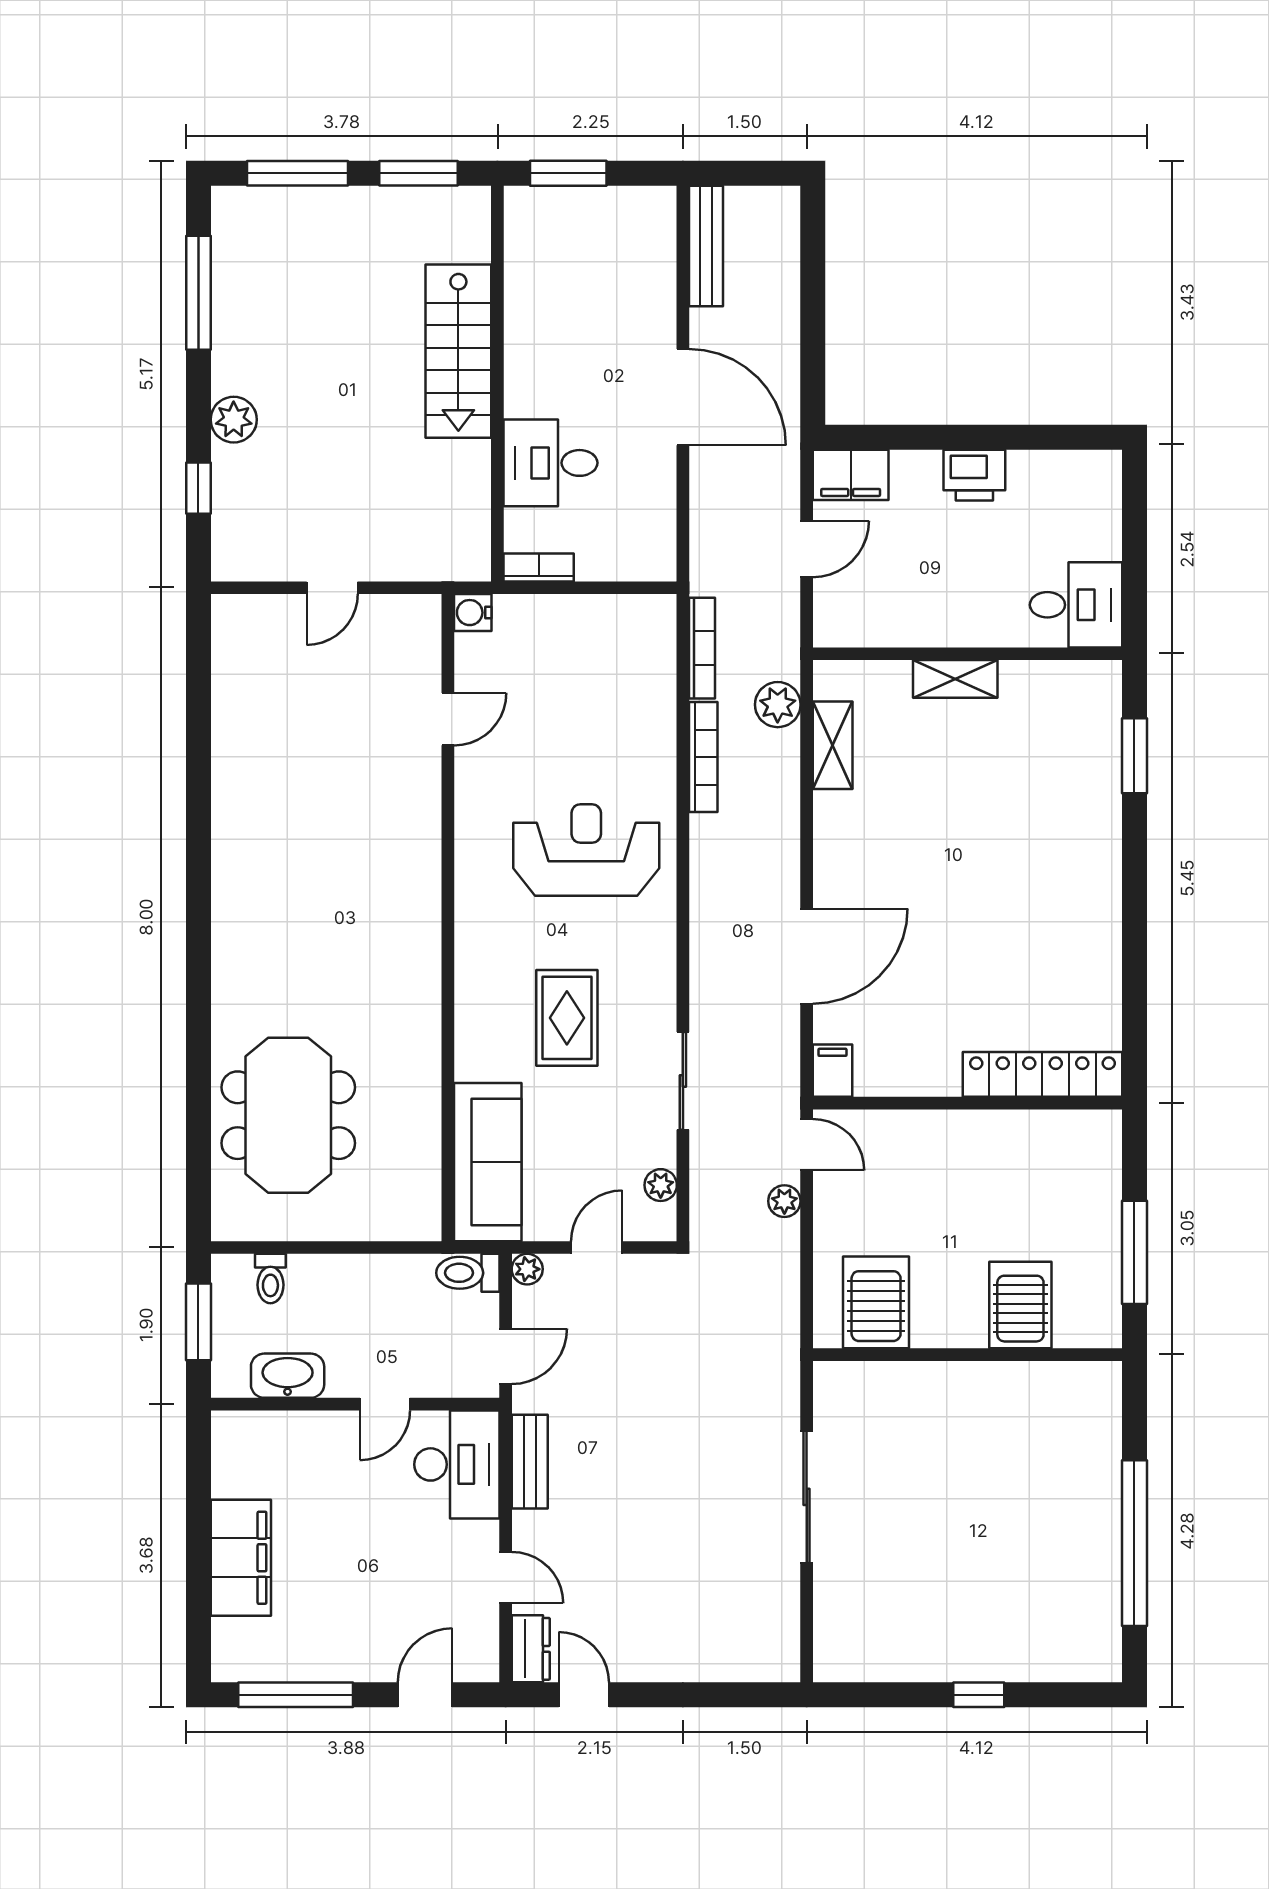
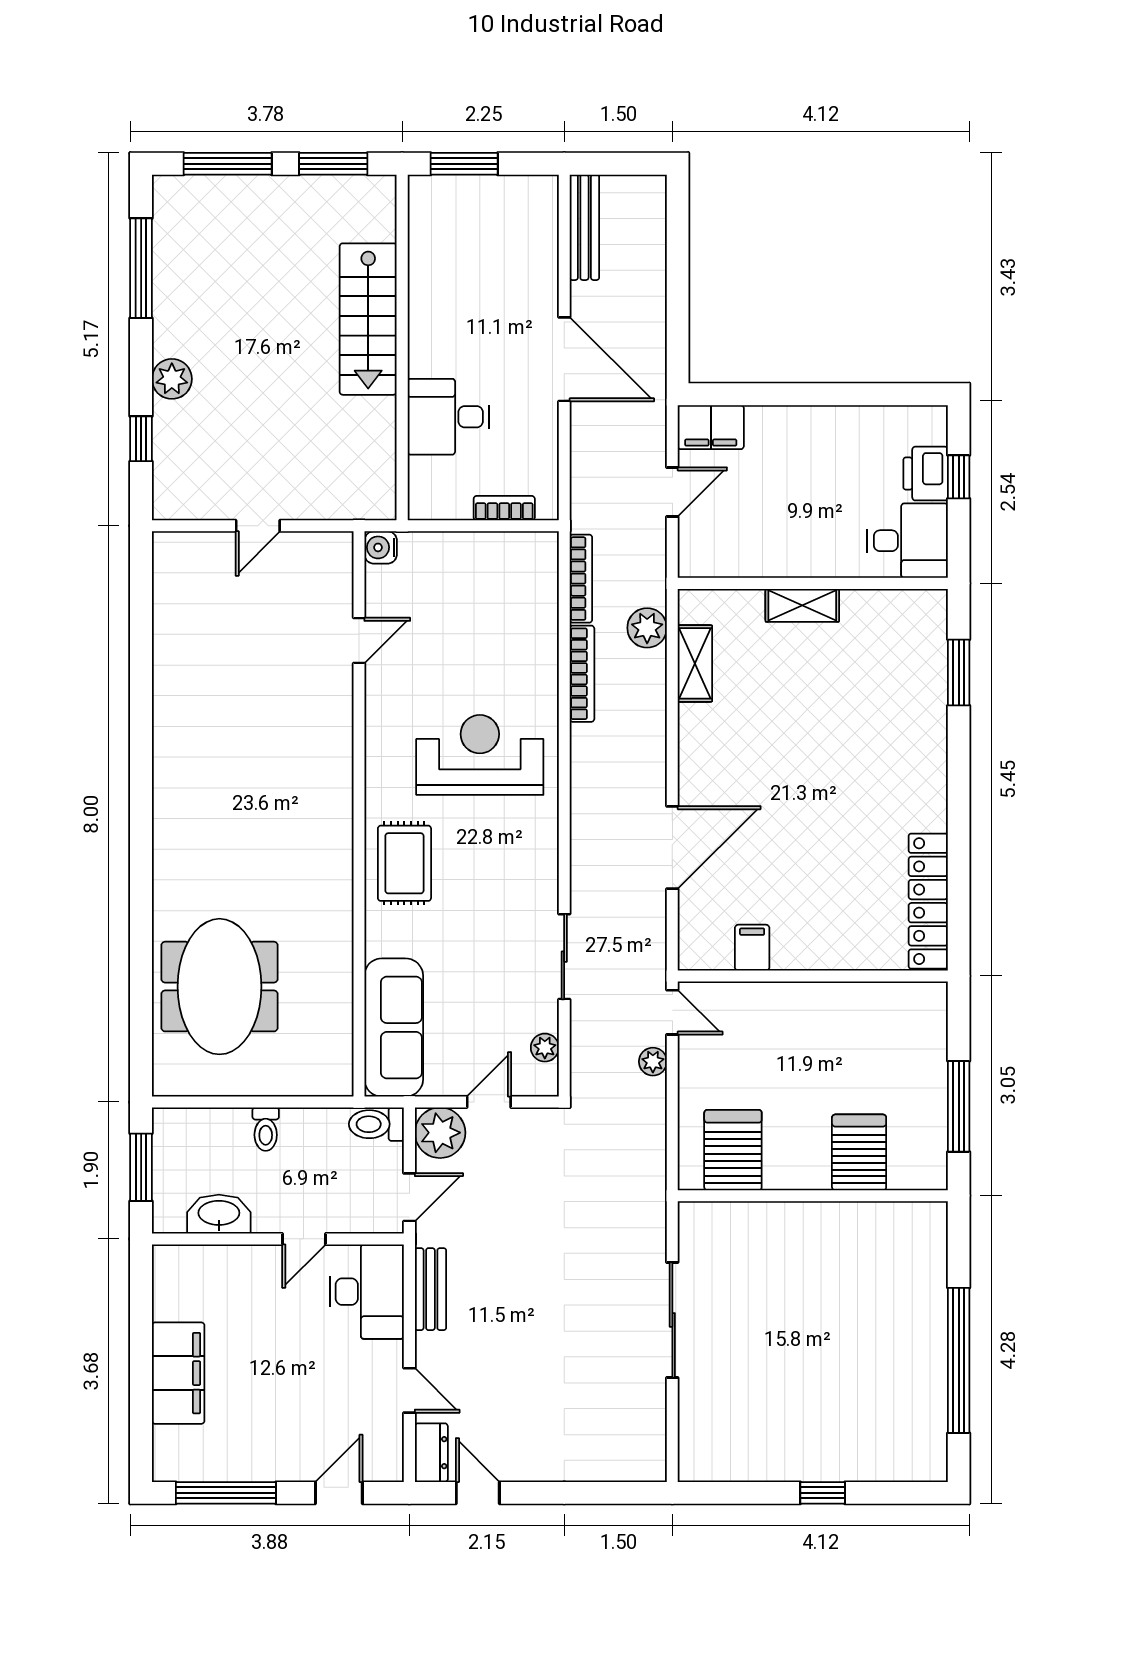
printer: (974, 475) -> (926, 474), moved, turned 90
window: (1134, 532) -> (959, 477), added
bookcase: (539, 568) -> (504, 508), moved
rug: (567, 1018) -> (404, 863), moved
filing cabinet: (832, 1071) -> (752, 948), moved
locker: (1042, 1074) -> (928, 901), moved, turned -90
plant: (527, 1269) -> (440, 1133), width x1.88, depth x1.88
toilet: (270, 1278) -> (266, 1129), moved

